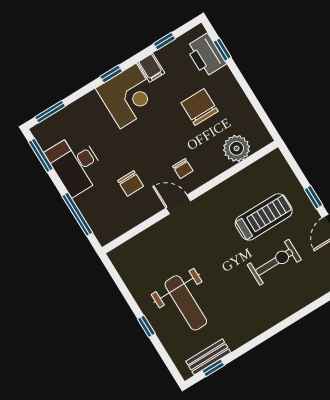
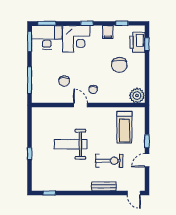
corner desk: (128, 96) -> (76, 39), moved
chair: (200, 107) -> (119, 65), turned 180
plant: (236, 148) -> (137, 96), moved
desk: (76, 164) -> (47, 37), moved, turned 90
treadmill: (264, 217) -> (124, 127), moved, turned 90
weight bench: (186, 303) -> (71, 144), moved, turned 90
bench: (208, 357) -> (104, 186), moved

